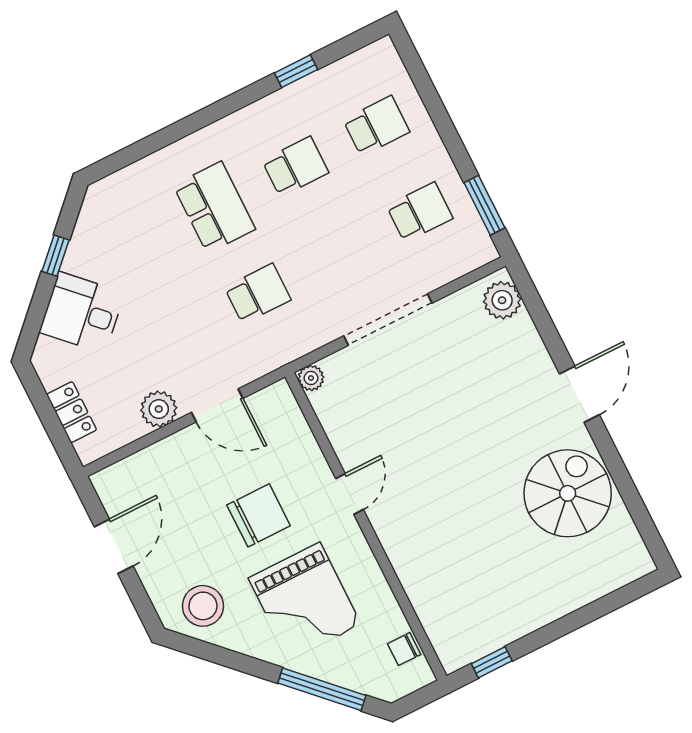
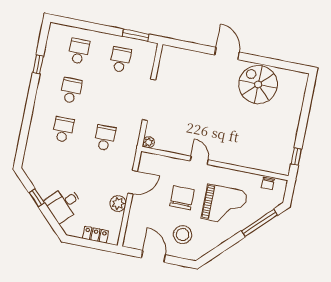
school desk: (214, 207) -> (63, 130), width x0.54
plant: (502, 300) -> (173, 55), removed
stool: (203, 606) -> (183, 235), moved

